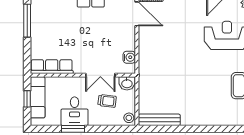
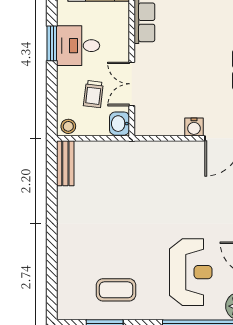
water cooler: (129, 57) -> (194, 127), moved
bench: (159, 120) -> (65, 163), width x0.73

